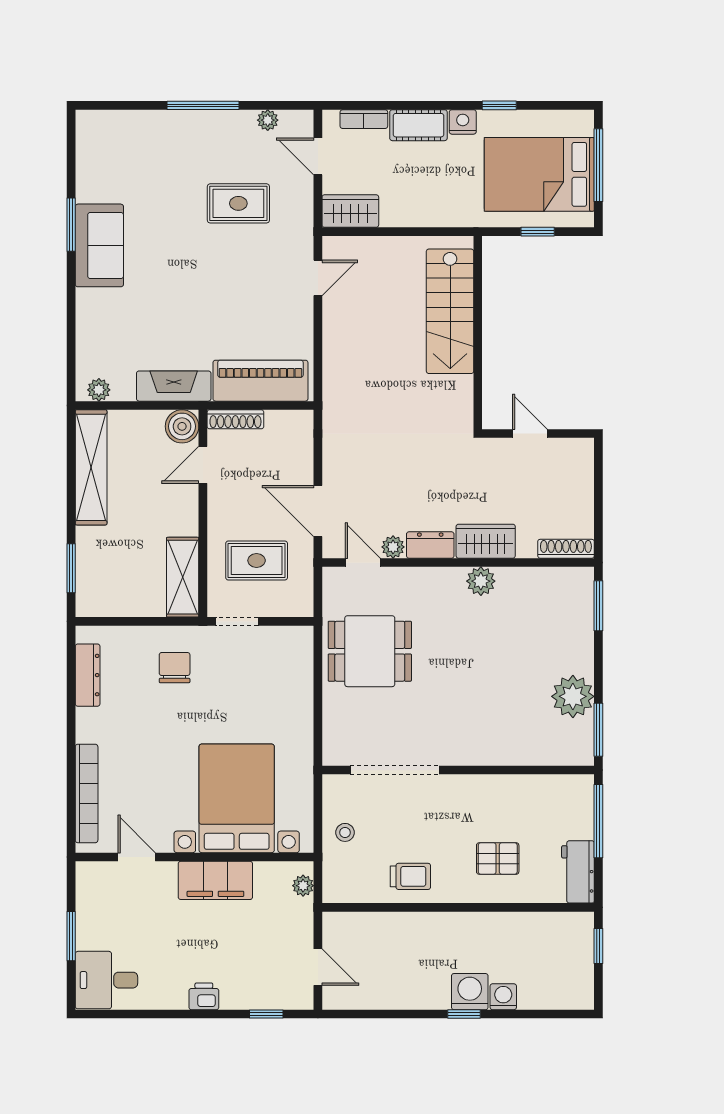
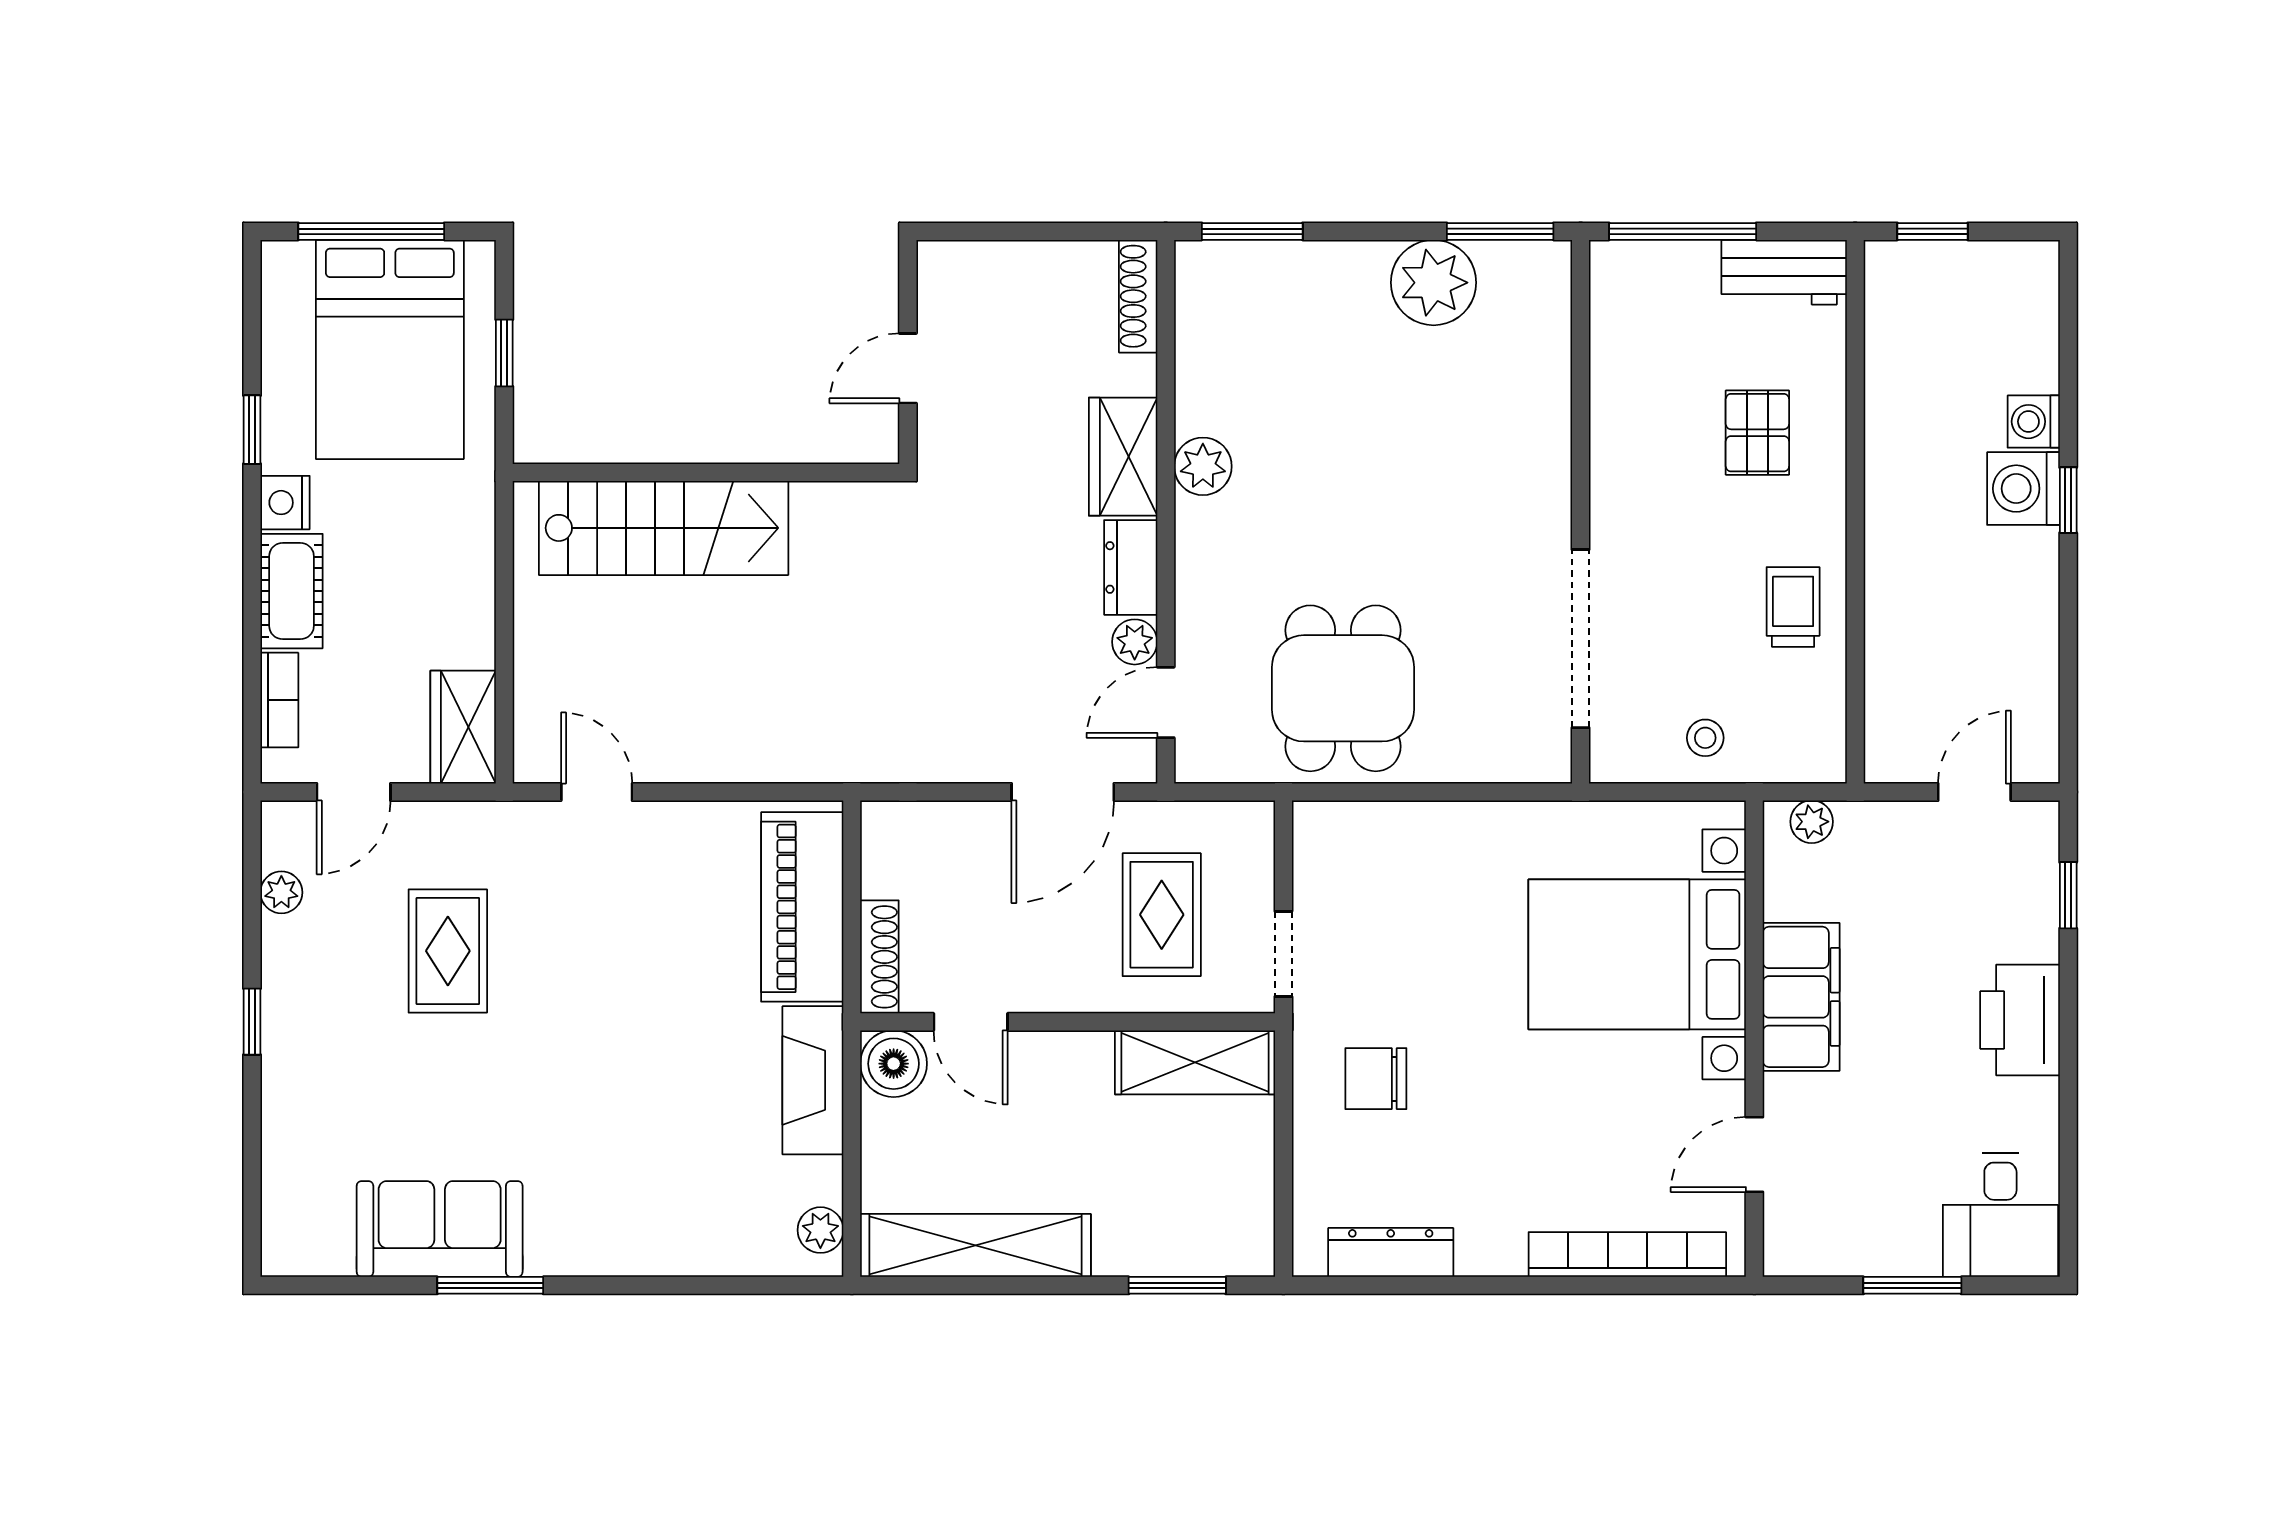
window: (203, 105) -> (252, 1022), width x0.46
sofa: (99, 245) -> (440, 1229), moved
printer: (204, 996) -> (2020, 1020), width x1.87, depth x1.48

